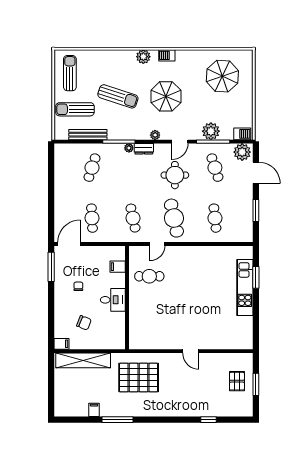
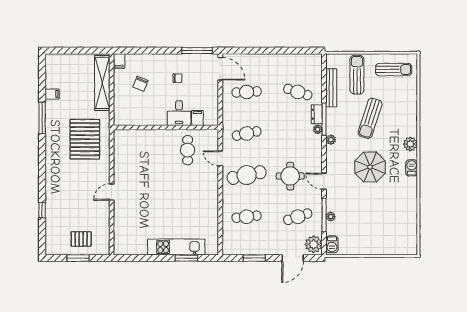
parasol: (222, 76) -> (391, 224), removed
plant: (211, 131) -> (331, 217), width x0.53, depth x0.53
plant: (155, 135) -> (331, 140), moved
dresser: (144, 149) -> (317, 114), moved
desk: (113, 300) -> (179, 113), moved

